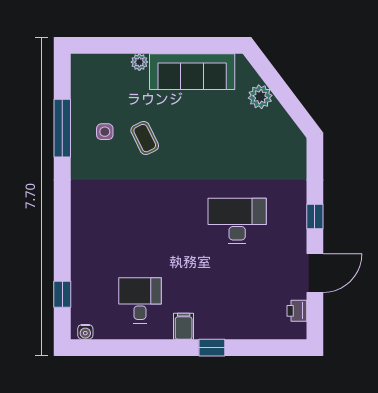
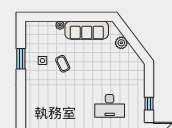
window: (62, 128) -> (21, 59), width x0.69
desk: (237, 221) -> (110, 106), turned 180

